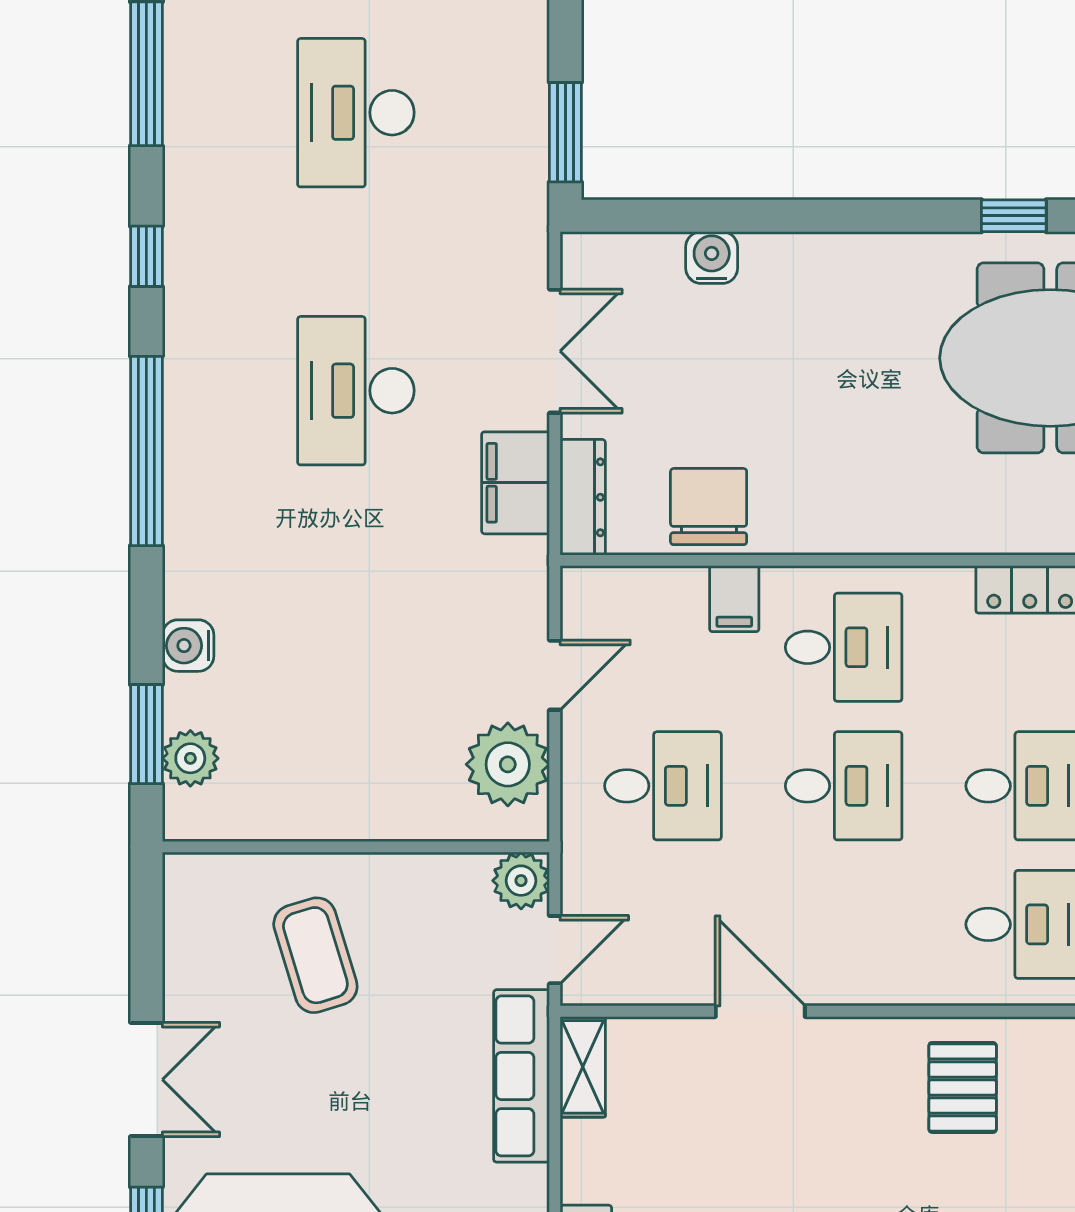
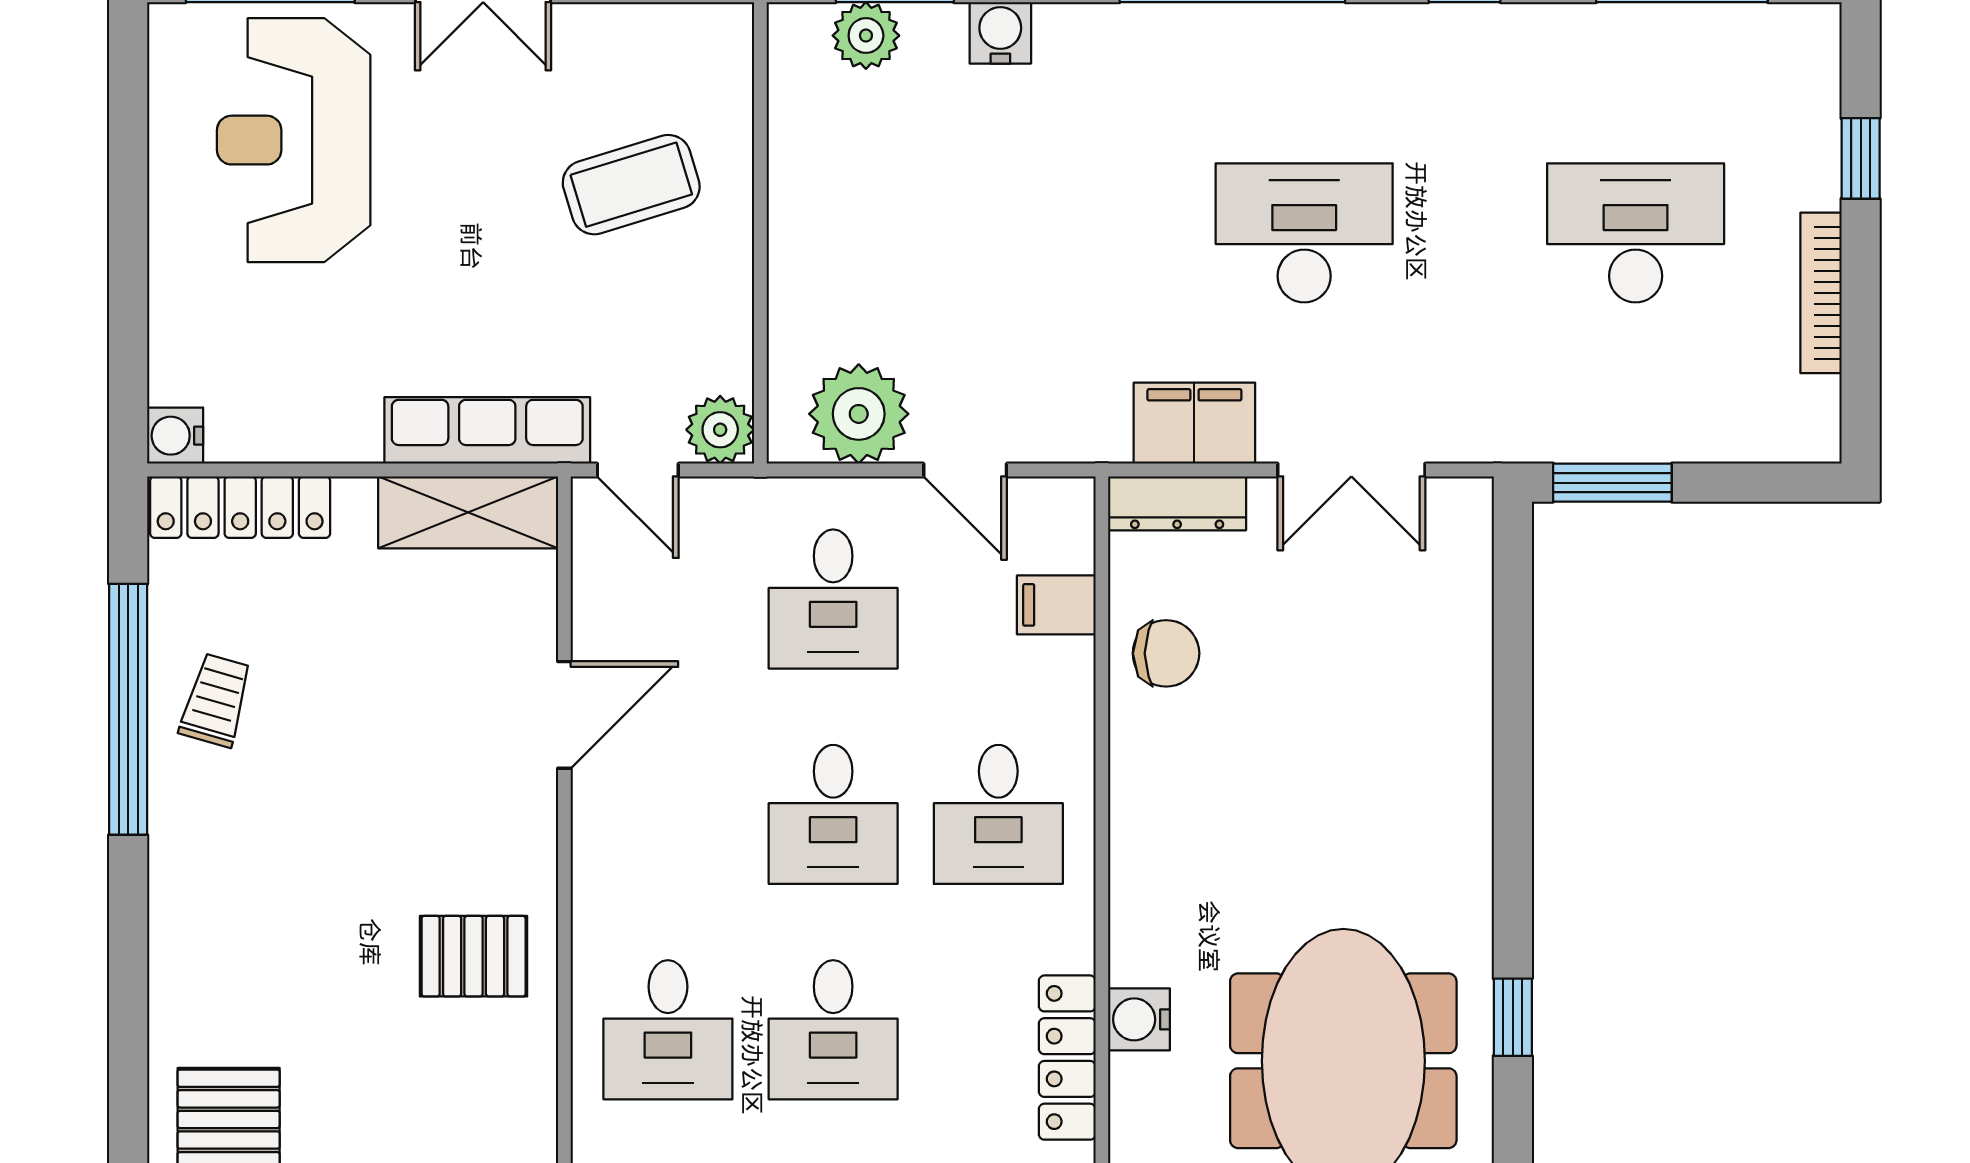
water cooler: (712, 258) -> (1139, 1019), moved, turned 180
chair: (709, 507) -> (1166, 653), width x0.73, depth x0.73
filing cabinet: (734, 599) -> (1056, 605), moved
shelving: (583, 1067) -> (468, 512), width x1.50, depth x1.33

